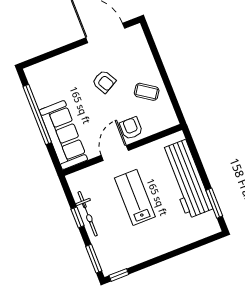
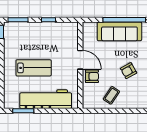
sofa: (63, 135) -> (119, 31), moved
lab bench: (135, 197) -> (34, 68), moved
bicycle: (88, 214) -> (48, 27), removed

